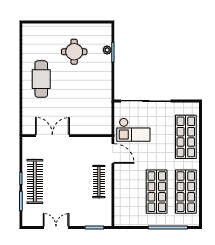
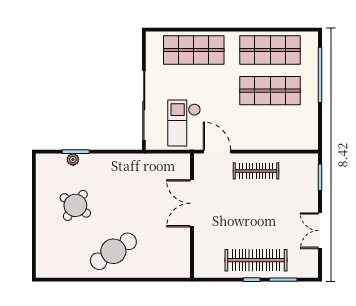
round table: (74, 52) -> (75, 205), turned 35
cafe table: (41, 79) -> (113, 251), turned -34
checkout: (133, 130) -> (184, 123), turned 180
double door: (52, 136) -> (192, 203), moved
door: (113, 154) -> (217, 152), hinge flipped

